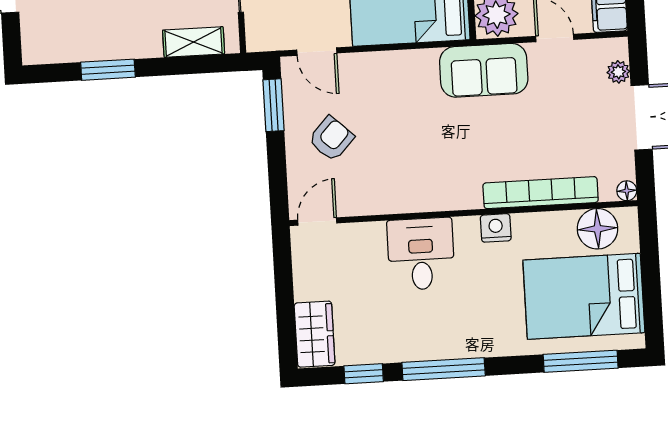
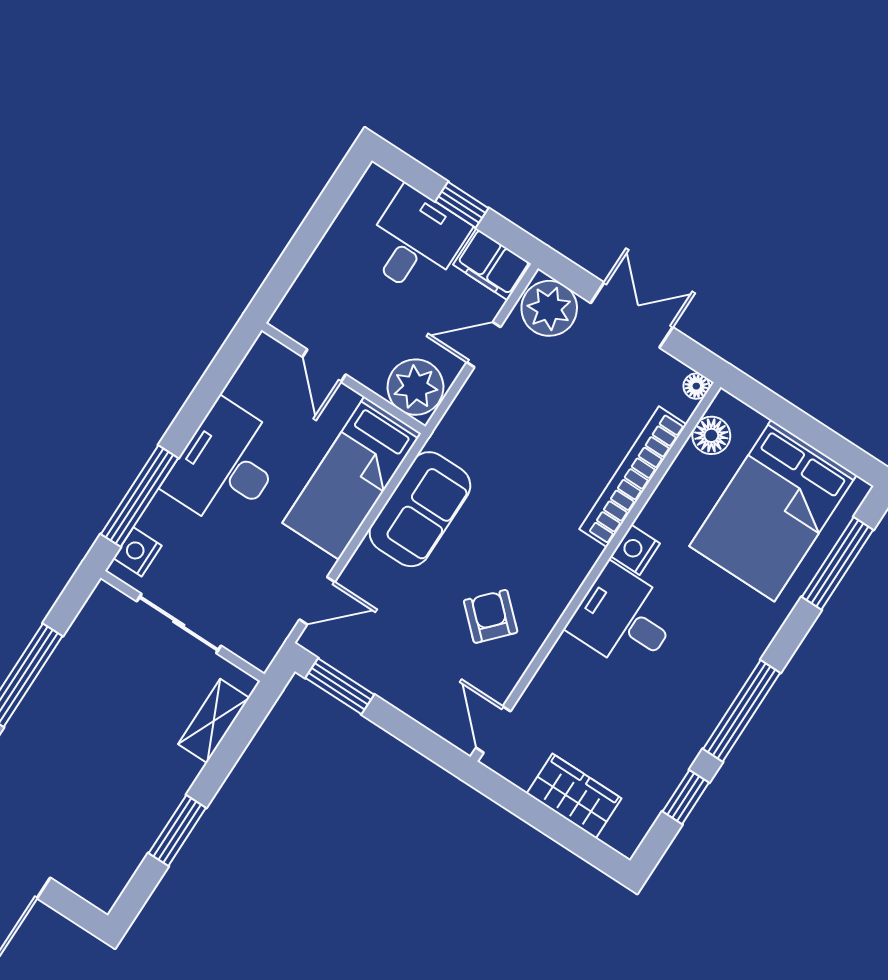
sofa: (484, 70) -> (420, 509), moved
plant: (618, 72) -> (549, 308), width x1.88, depth x1.88
armchair: (331, 139) -> (491, 616), moved
floor lamp: (597, 229) -> (711, 435), width x0.73, depth x0.73
desk: (421, 254) -> (624, 619), moved
wardrobe: (315, 334) -> (574, 796), moved

